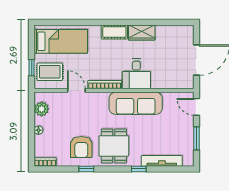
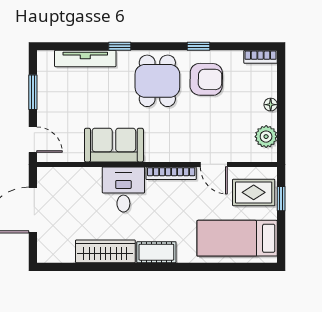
wardrobe: (142, 33) -> (105, 251), width x1.50
sofa: (136, 103) -> (114, 145), width x0.73
armchair: (81, 147) -> (206, 79), turned 91

